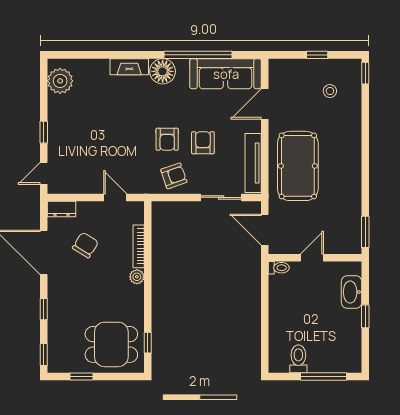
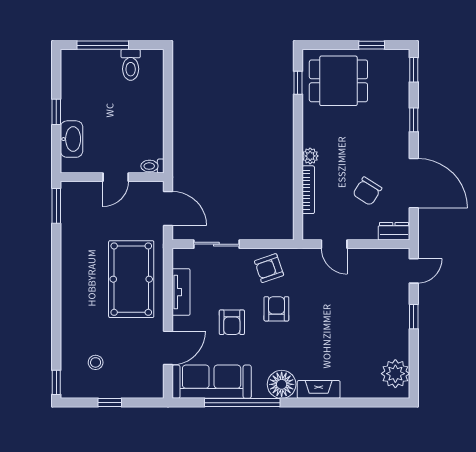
armchair: (203, 143) -> (232, 322), moved
tv unit: (253, 163) -> (181, 292), width x0.71

